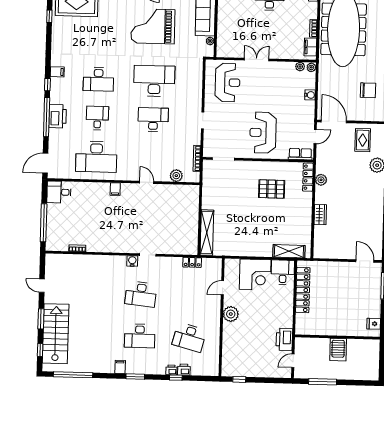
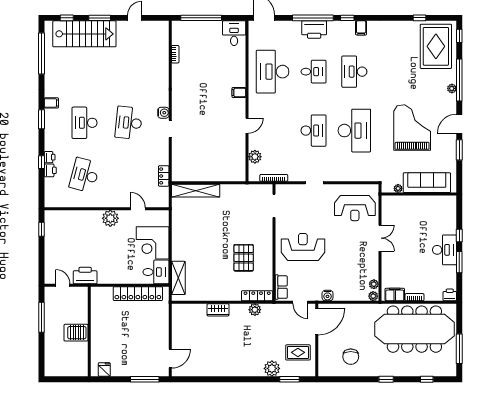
water cooler: (310, 95) -> (328, 296), moved

